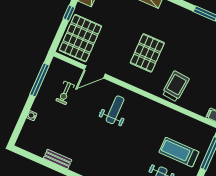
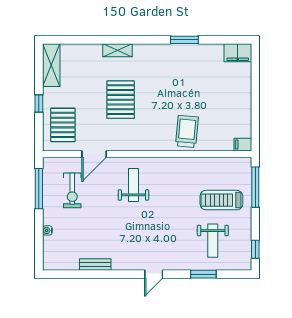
pallet: (80, 38) -> (63, 125), width x0.73, depth x0.71
pallet: (147, 53) -> (121, 100), moved
exercise bike: (65, 93) -> (72, 190), width x1.38, depth x1.39

